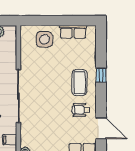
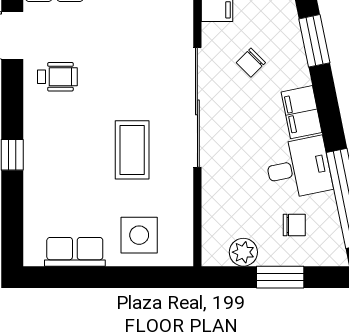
coffee table: (79, 83) -> (132, 150), moved

